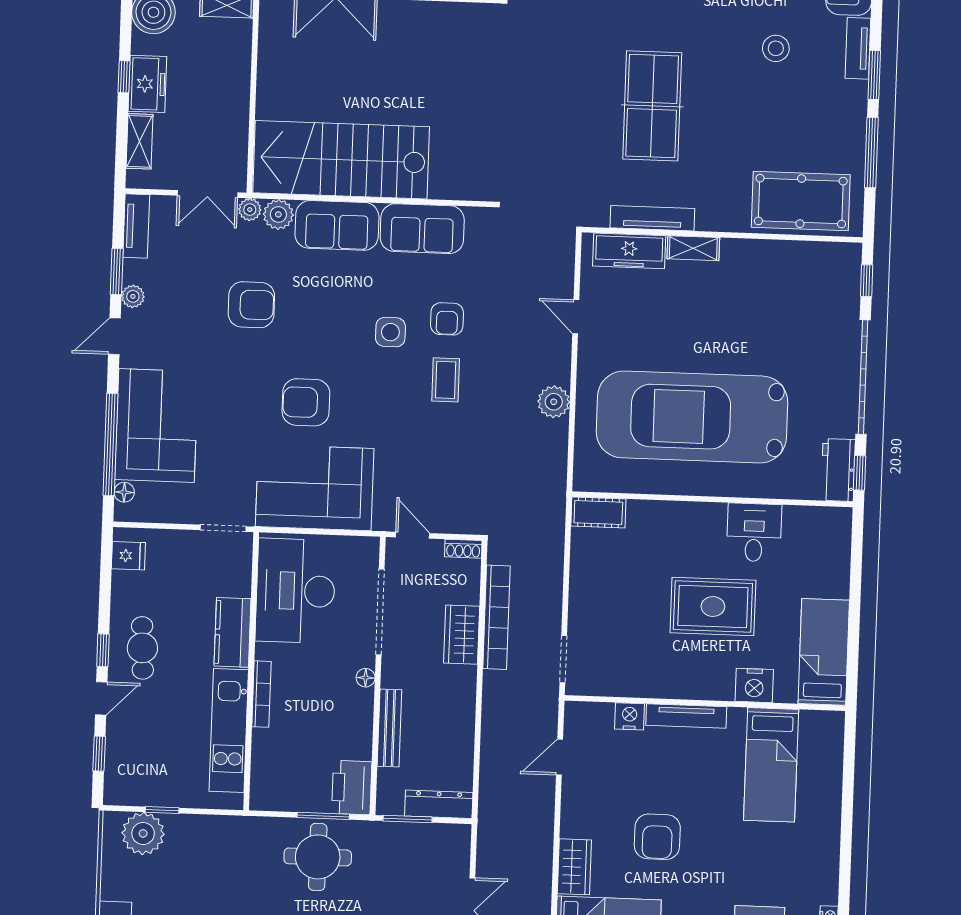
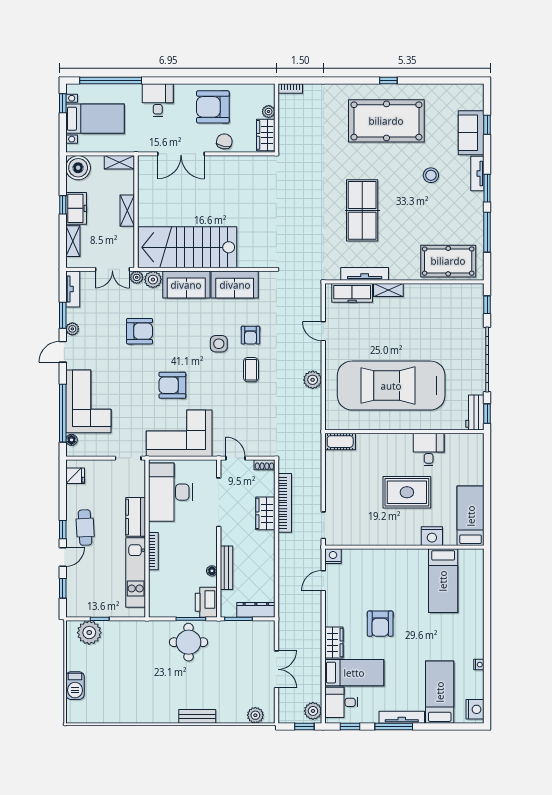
shelving: (238, 91) -> (127, 211), added
floor lamp: (366, 678) -> (212, 571), moved
nightstand: (630, 716) -> (333, 556), moved
tv unit: (686, 716) -> (394, 555), removed

